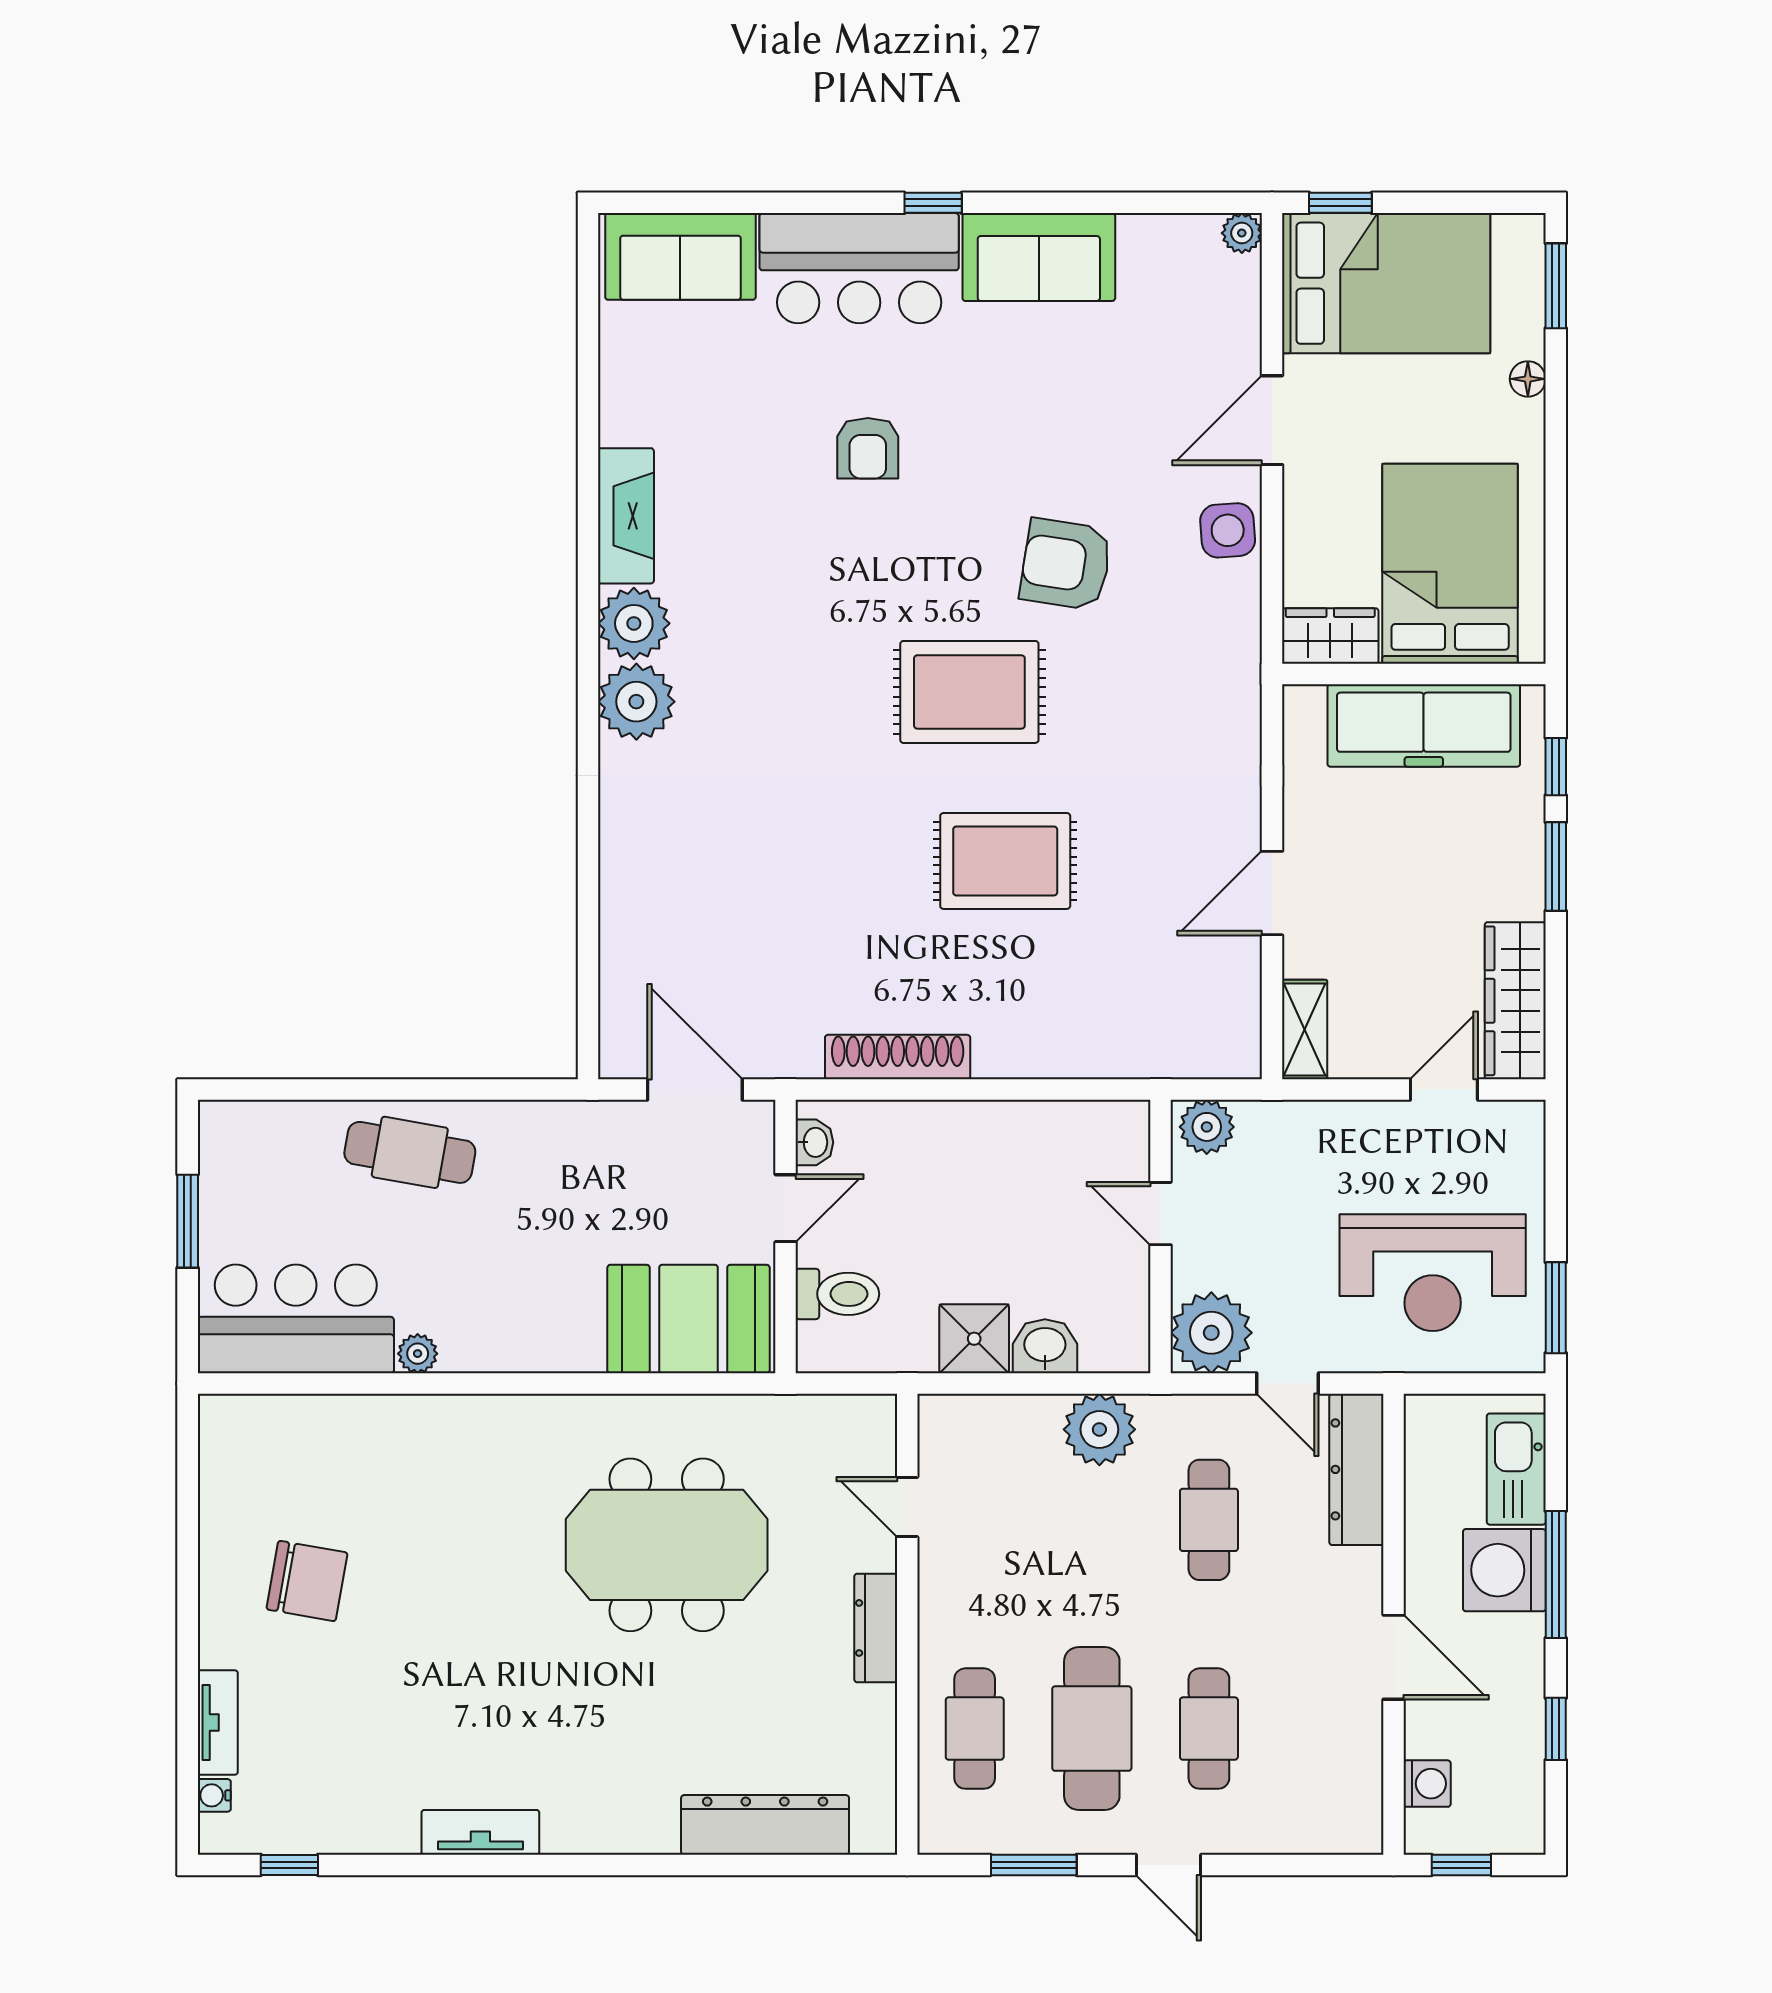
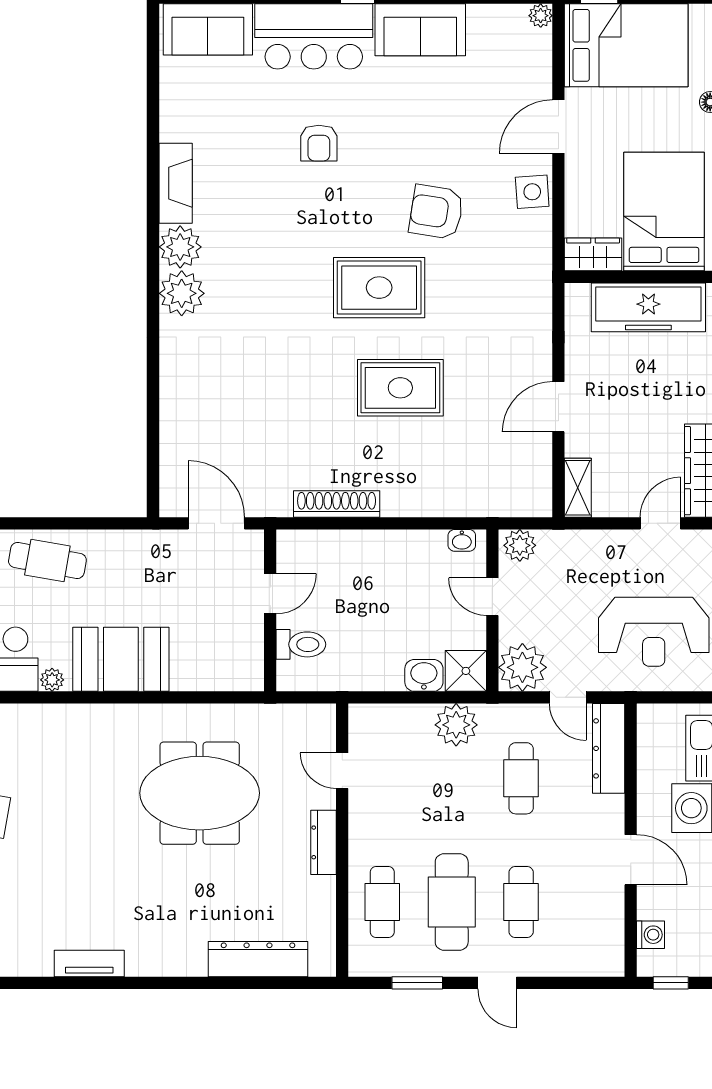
washbasin: (814, 1142) -> (462, 540), moved, turned 90
booth: (688, 1319) -> (121, 659), moved
shower: (974, 1339) -> (466, 671), moved

